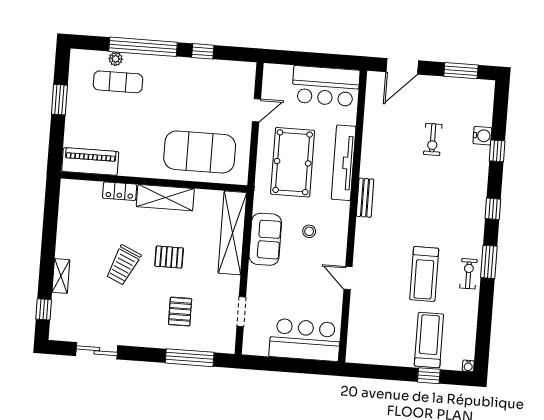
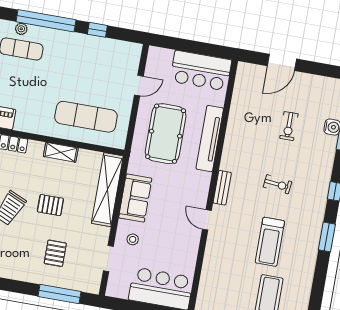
door: (402, 66) -> (282, 62), moved
window: (461, 71) -> (319, 69), removed
exercise mat: (200, 152) -> (86, 117), width x0.68
shelving: (165, 198) -> (61, 152), width x0.67, depth x0.75
bench: (365, 198) -> (222, 188), moved
stool: (309, 231) -> (133, 239), moved
exercise bike: (468, 274) -> (277, 184), moved, turned 96
door: (348, 278) -> (207, 220), moved

